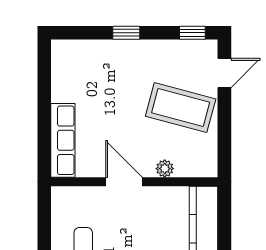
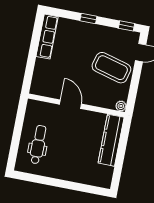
row of seats: (63, 140) -> (47, 37), moved
plant: (165, 169) -> (121, 106), moved

